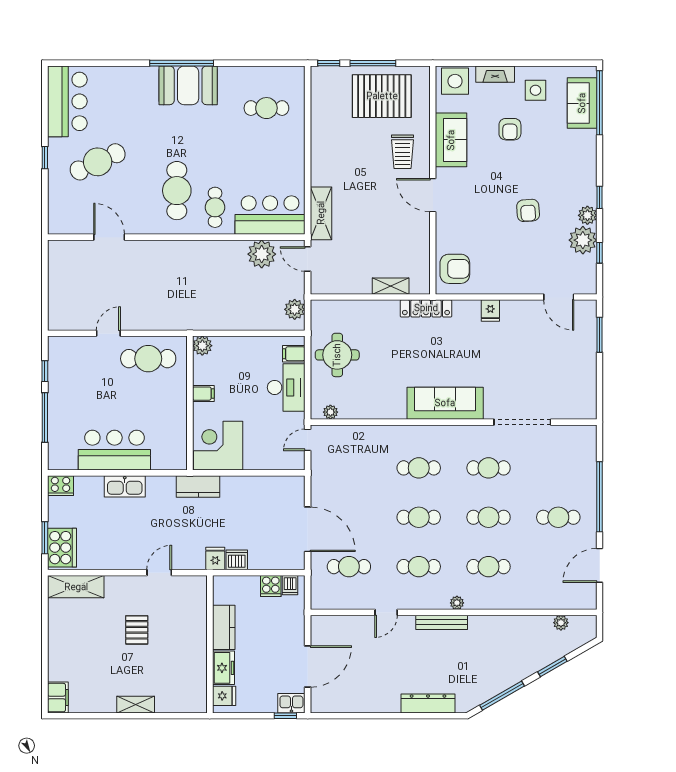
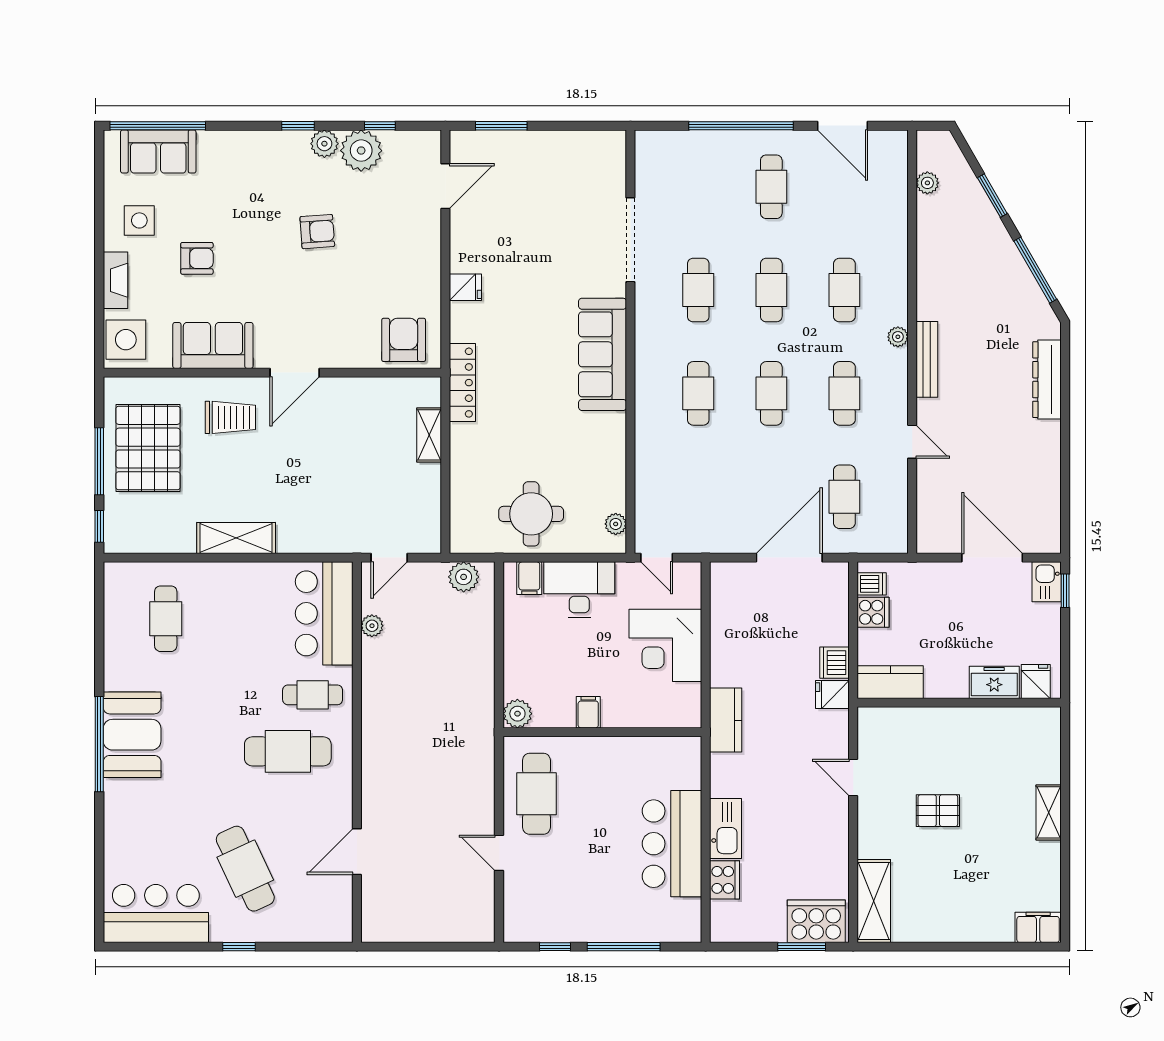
shelving: (321, 213) -> (236, 538), moved
plant: (262, 254) -> (372, 626), width x0.53, depth x0.53
corner desk: (218, 446) -> (665, 645), moved
cooker: (61, 486) -> (724, 880), moved
kitchen counter: (224, 627) -> (890, 682), moved

